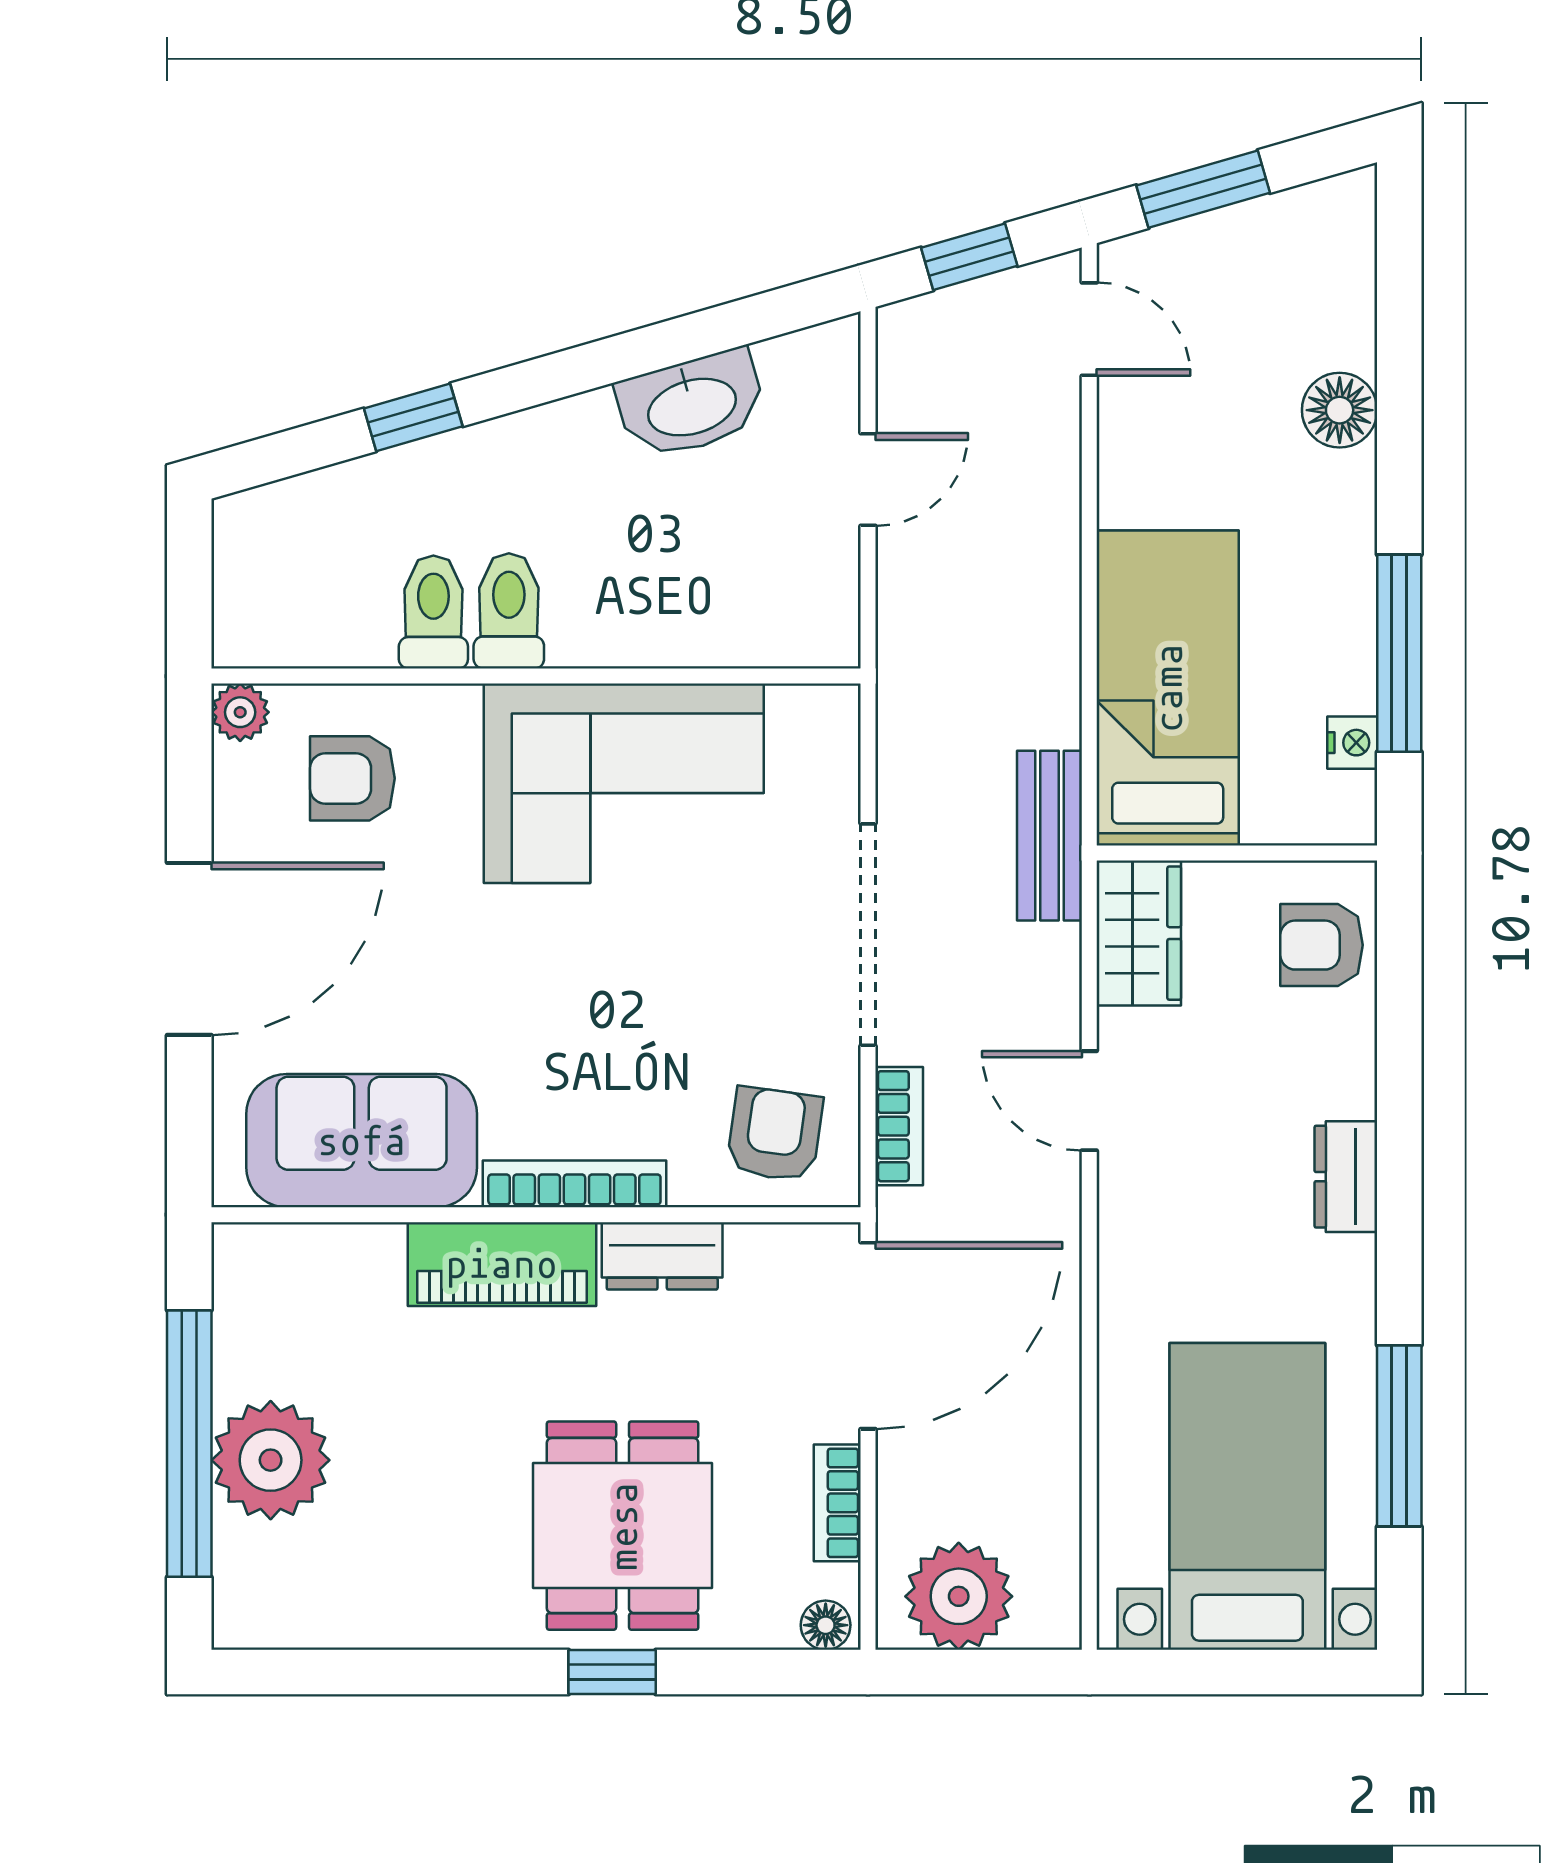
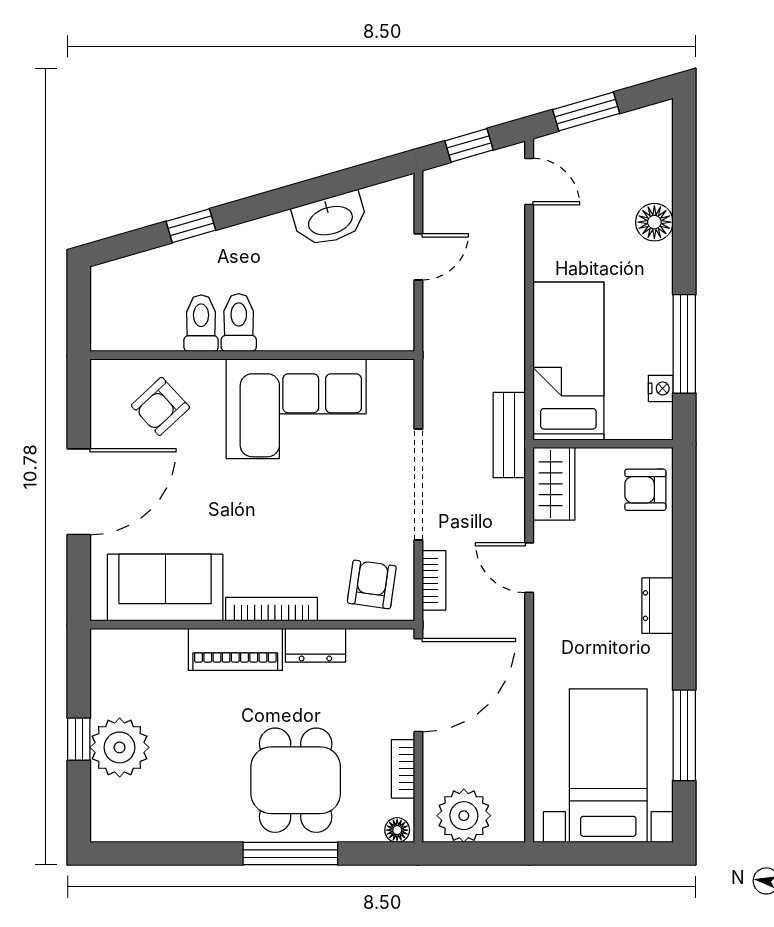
plant: (240, 712) -> (104, 373), removed
armchair: (352, 778) -> (160, 406), turned -43
window: (189, 1444) -> (79, 739), width x0.32
window: (612, 1672) -> (290, 854), width x2.17

